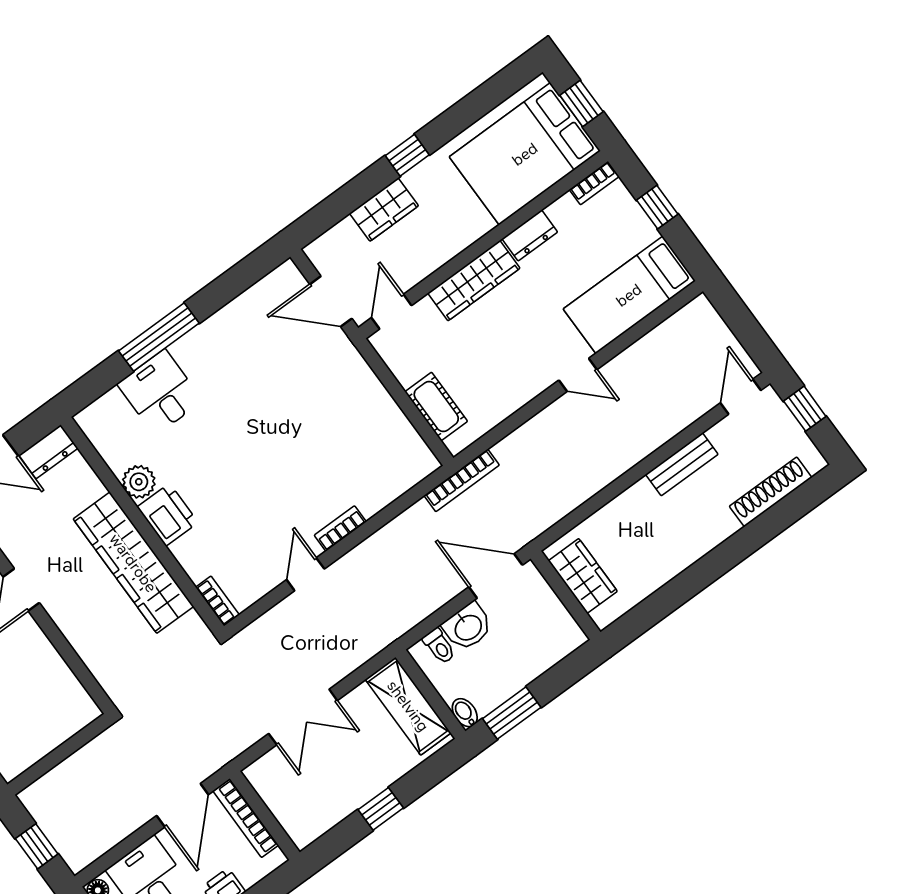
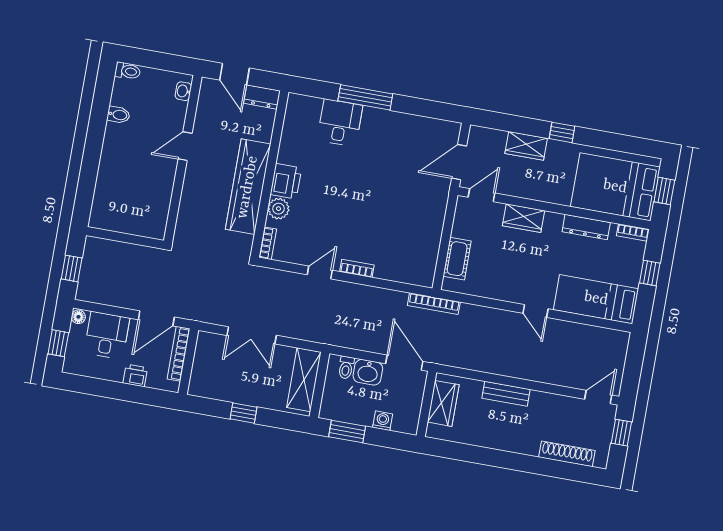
dresser: (530, 235) -> (586, 227), width x1.44
wardrobe: (474, 281) -> (524, 218), width x0.67
door: (331, 301) -> (459, 162), hinge flipped
bench: (682, 464) -> (506, 394), moved
plant: (139, 482) -> (278, 209), moved
washing machine: (537, 662) -> (383, 421), added
bidet: (465, 713) -> (326, 409), removed

